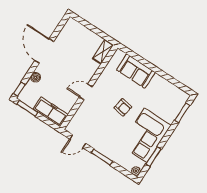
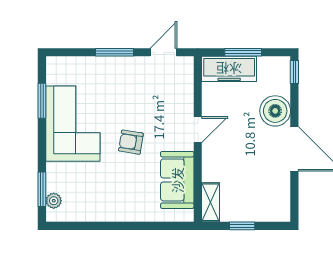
window: (95, 30) -> (242, 226), added
sofa: (136, 71) -> (177, 180), moved, turned -90
boiler: (36, 77) -> (275, 111), width x1.86, depth x1.86
window: (27, 108) -> (243, 52), moved
plant: (136, 171) -> (54, 201), moved

